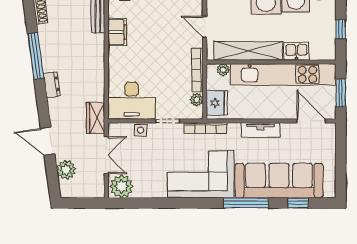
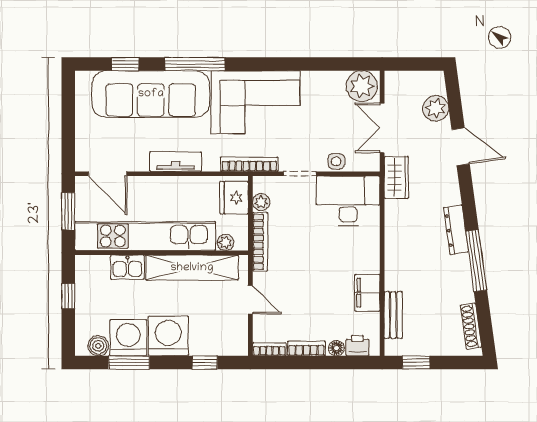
dresser: (52, 85) -> (456, 230), width x1.44

